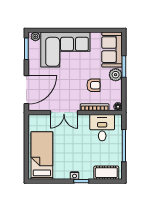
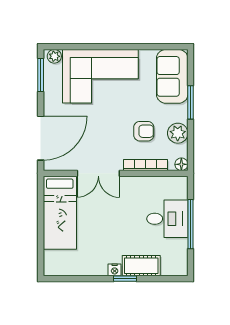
plant: (116, 75) -> (178, 133), moved
desk: (102, 128) -> (167, 219), moved, turned 90
bed: (42, 155) -> (60, 213), moved, turned 180
cot: (106, 173) -> (141, 266), moved

